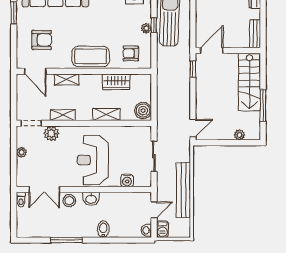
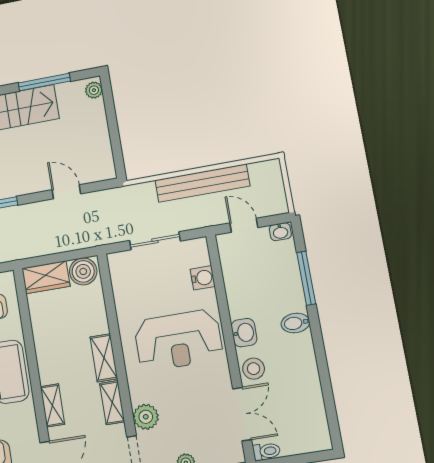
wardrobe: (116, 82) -> (46, 277), moved, turned 90
shelving: (107, 115) -> (104, 358), moved
door: (193, 128) -> (66, 192), moved
plant: (239, 135) -> (94, 90), moved
bidet: (103, 229) -> (295, 323), moved
barbecue: (162, 229) -> (274, 206), removed
window: (67, 240) -> (306, 278), moved

